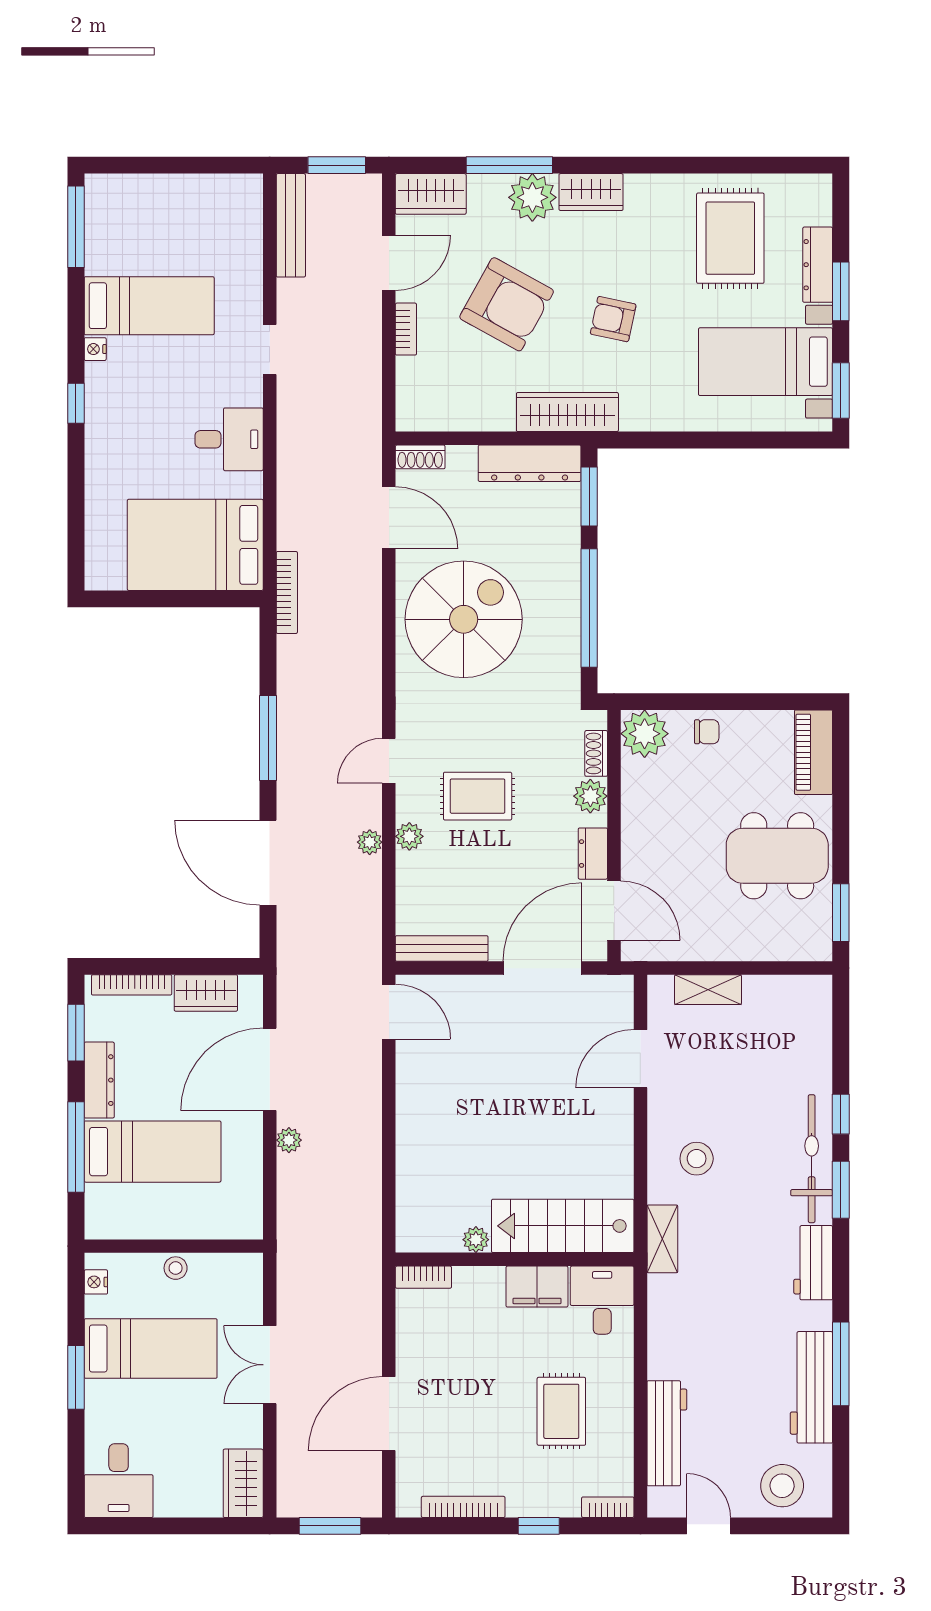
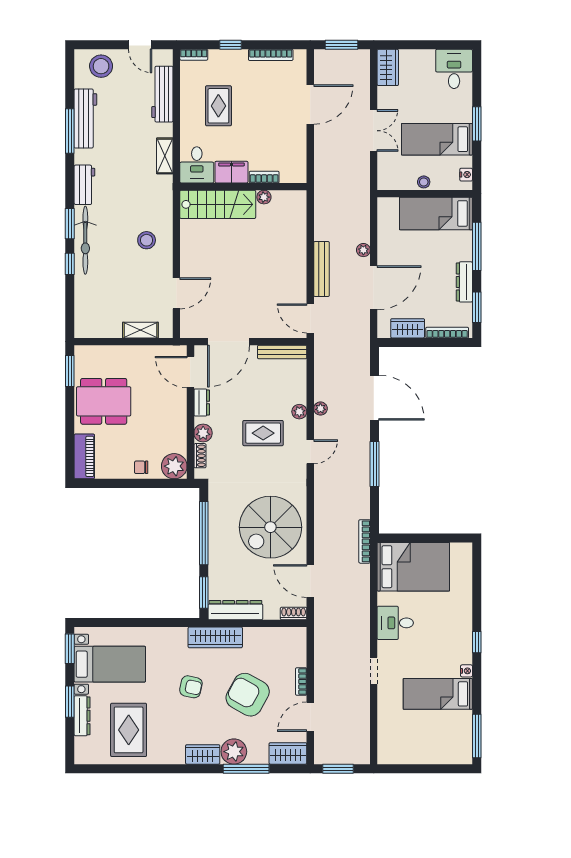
bench: (291, 225) -> (321, 269), moved
bed: (153, 1152) -> (436, 213), moved
shelving: (662, 1239) -> (165, 156), moved
bookcase: (423, 1277) -> (264, 177), moved

